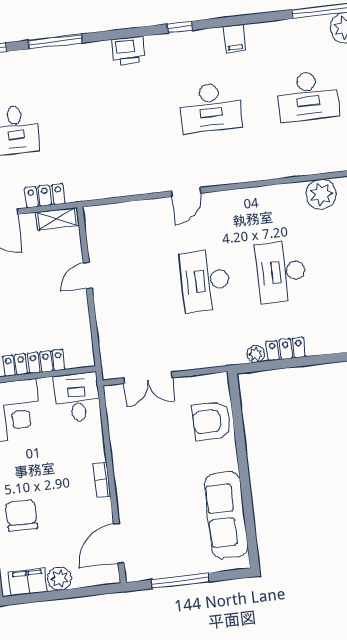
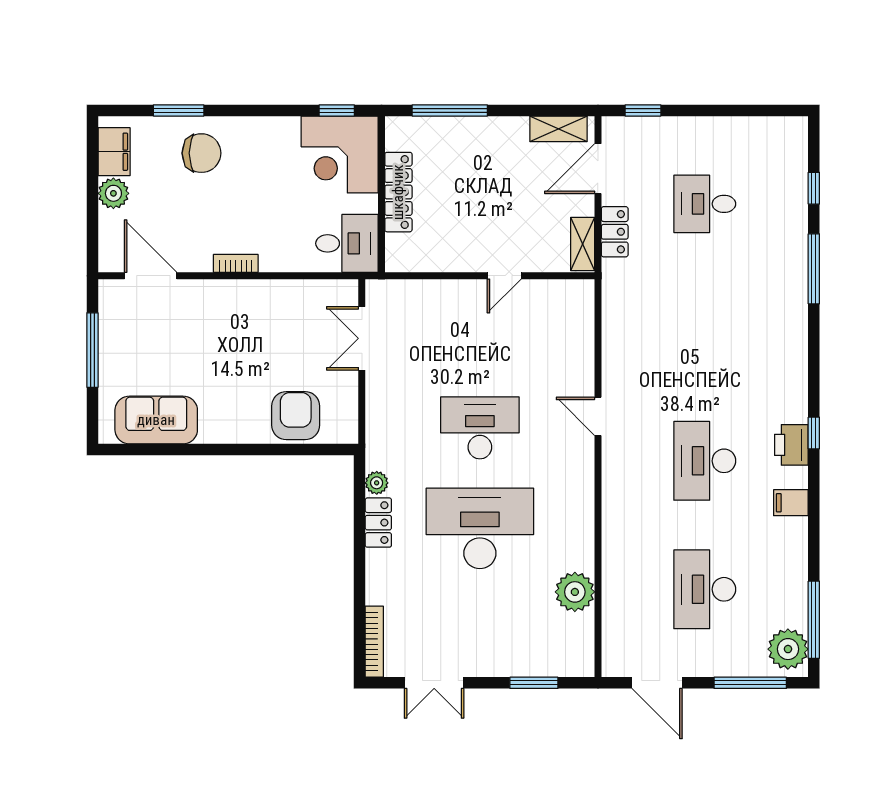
printer: (129, 50) -> (791, 445), moved
desk: (281, 272) -> (480, 528), width x1.36, depth x1.30
door: (88, 275) -> (504, 276), swing flipped
sofa: (226, 515) -> (156, 420), width x0.73

